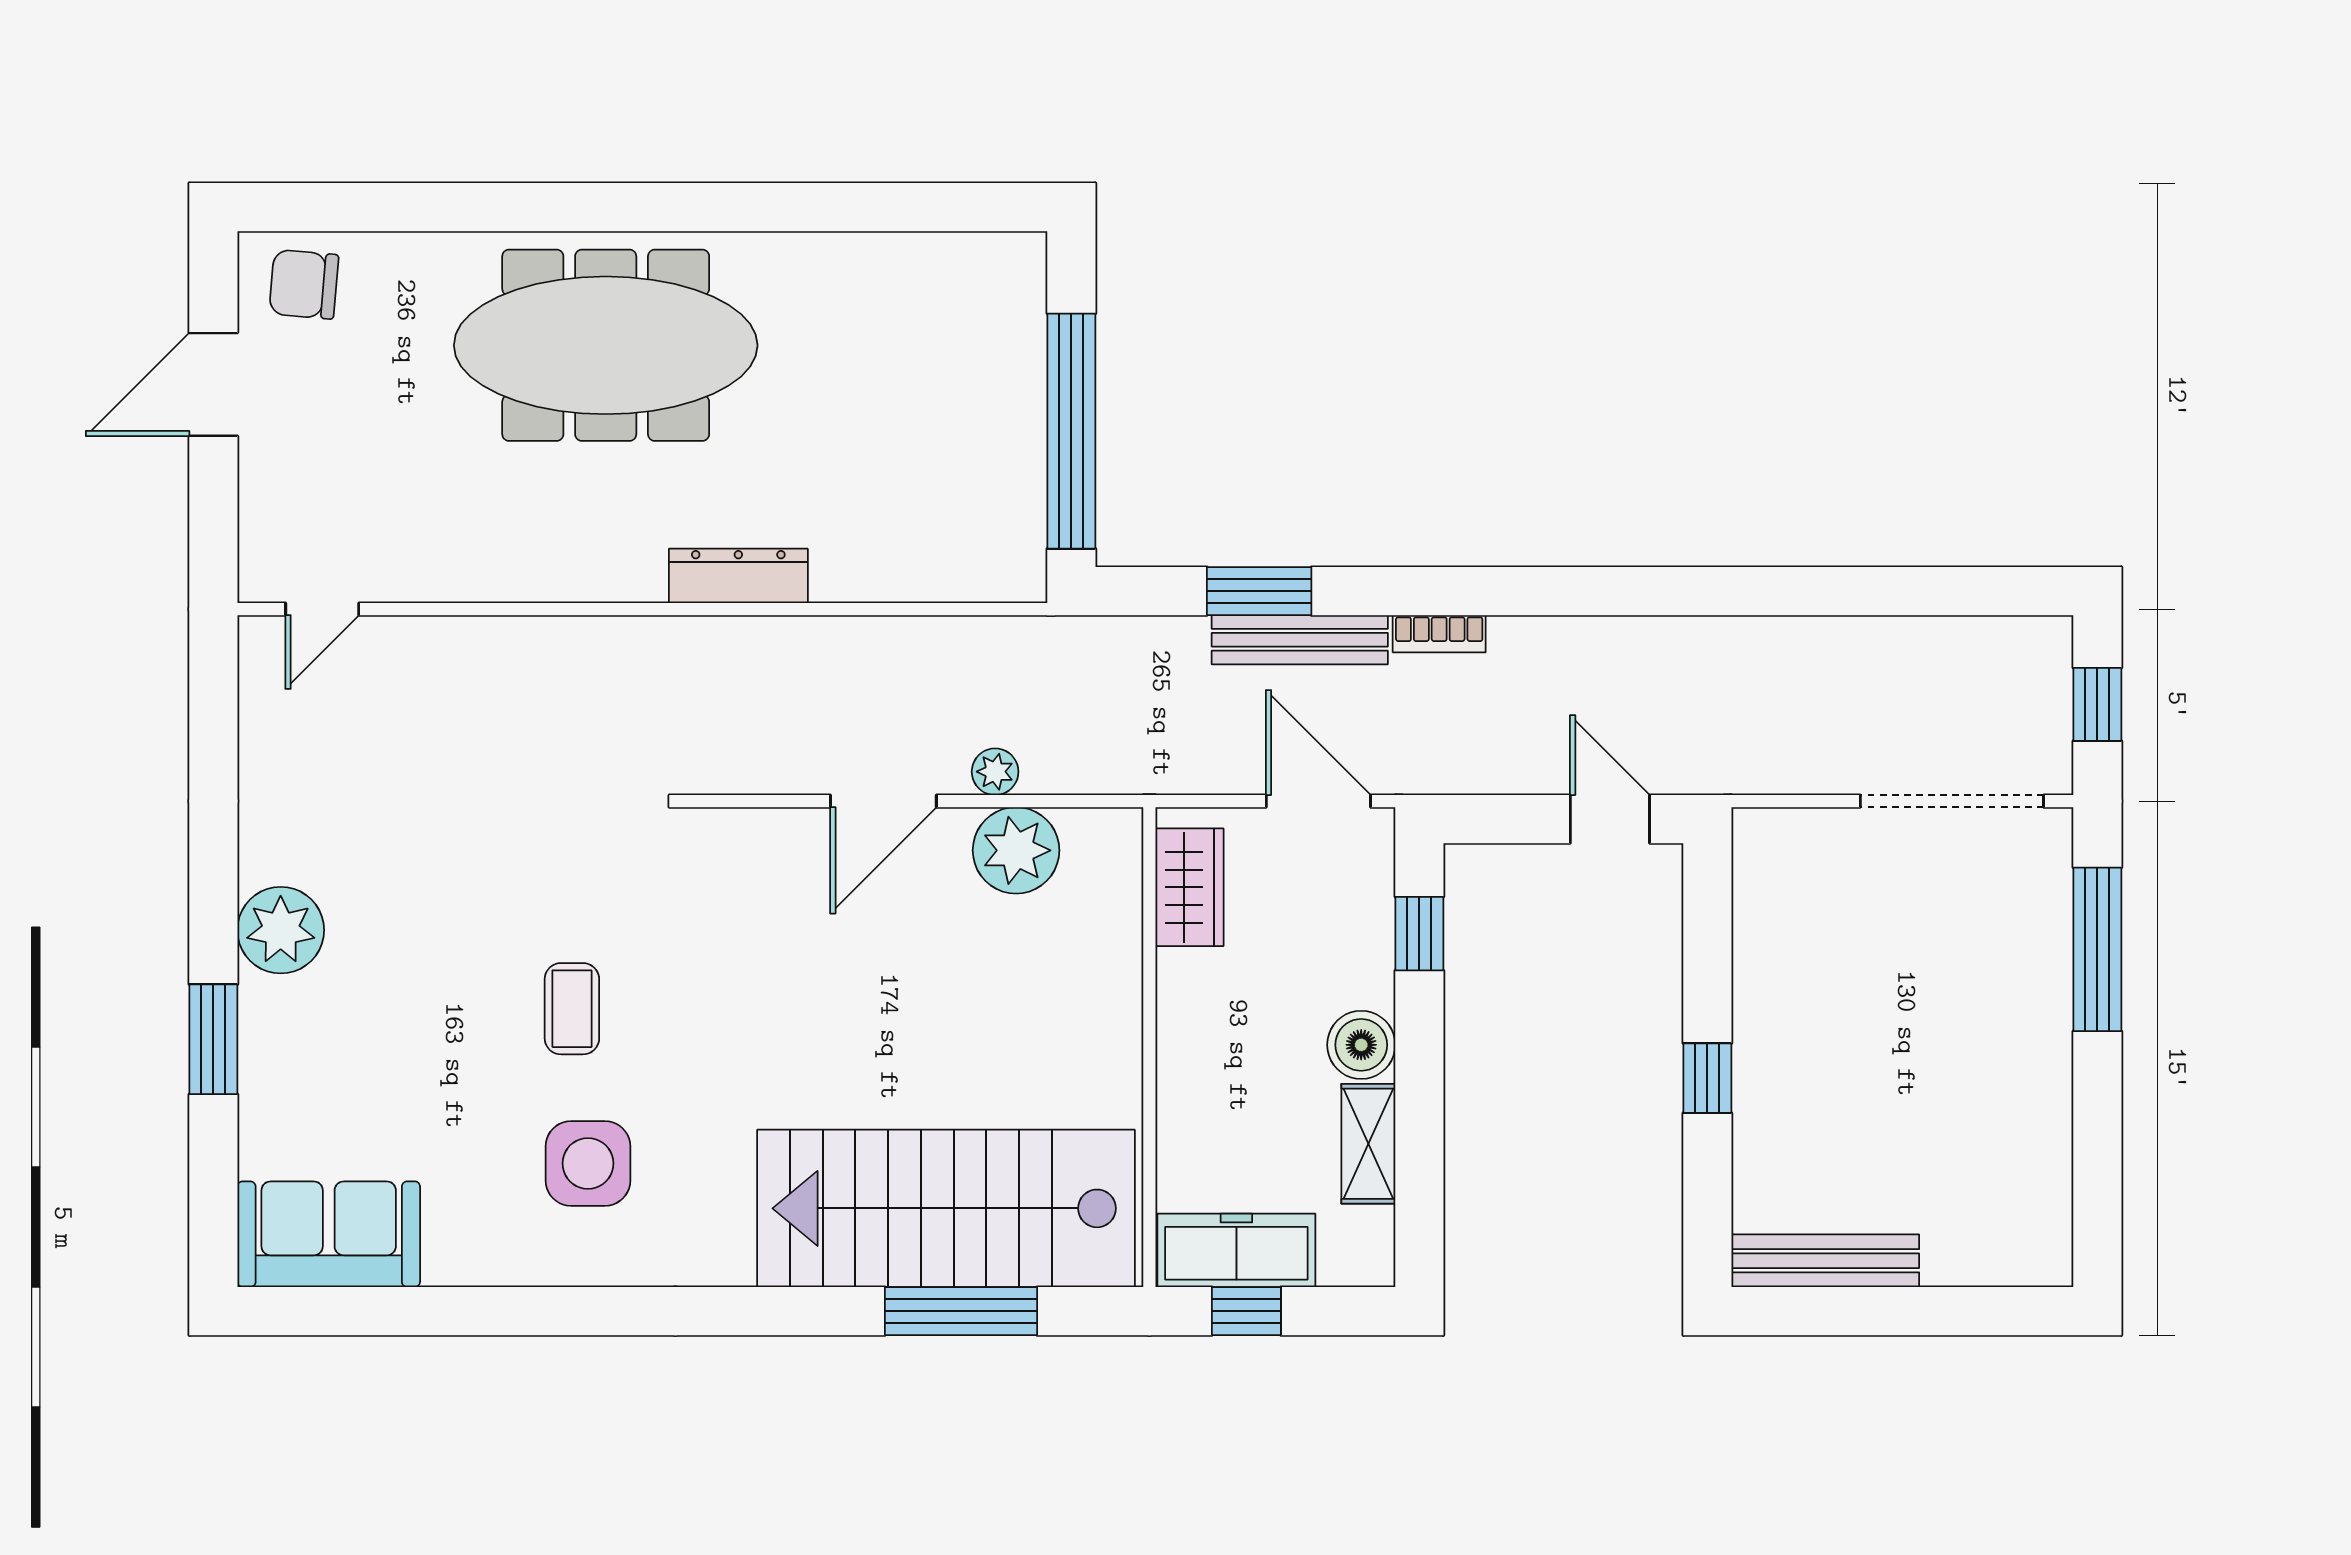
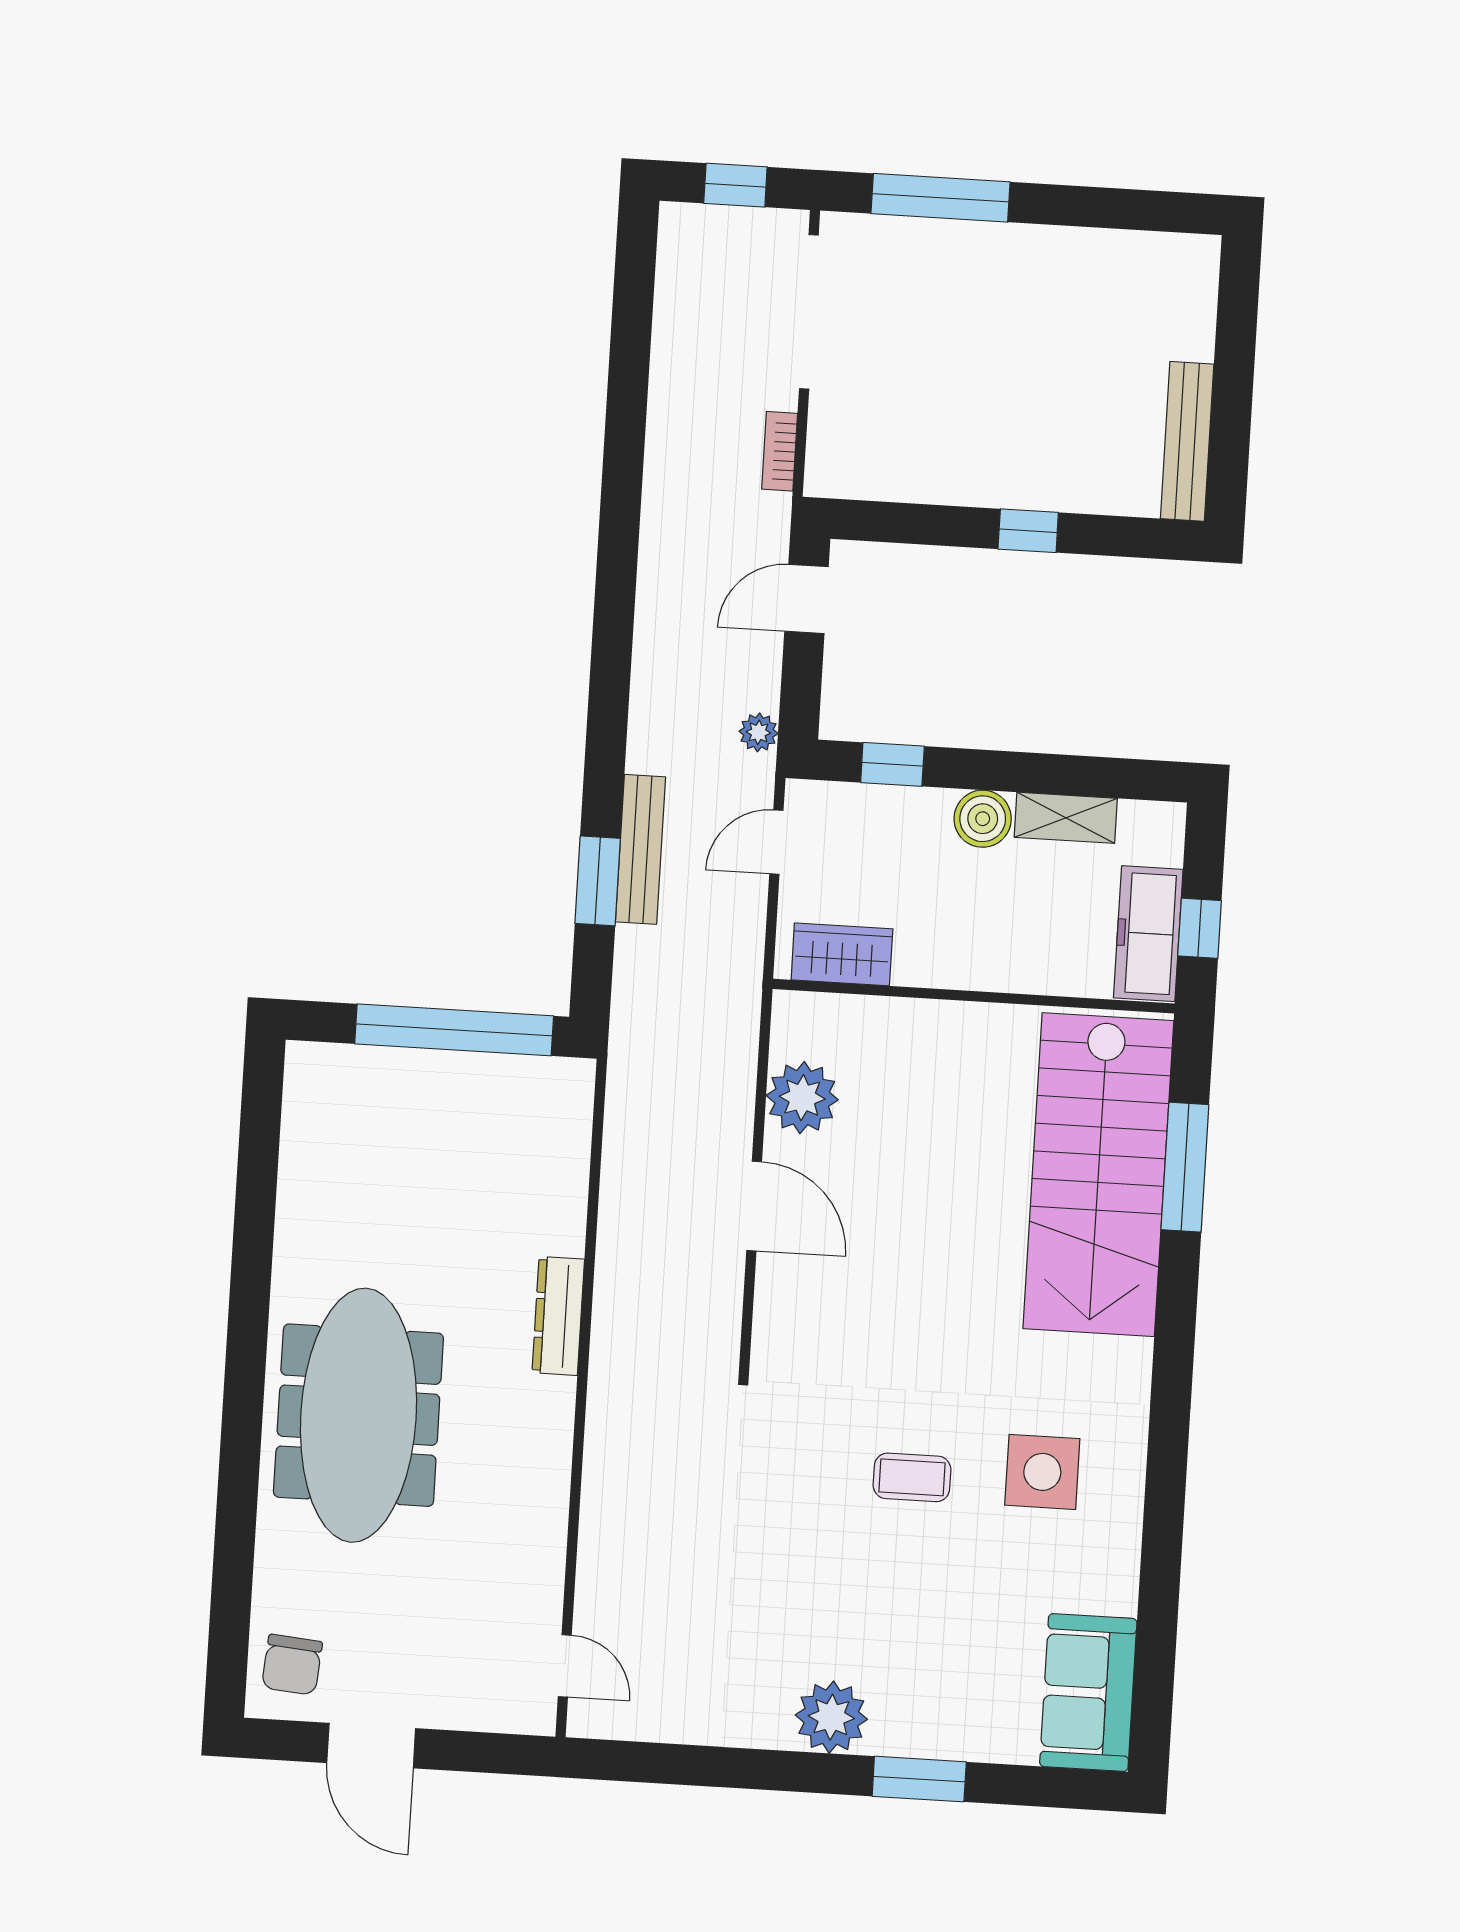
bookcase: (1439, 634) -> (780, 451), moved, turned 180
plant: (995, 772) -> (758, 732), moved
door: (1318, 801) -> (776, 842), width x0.73

